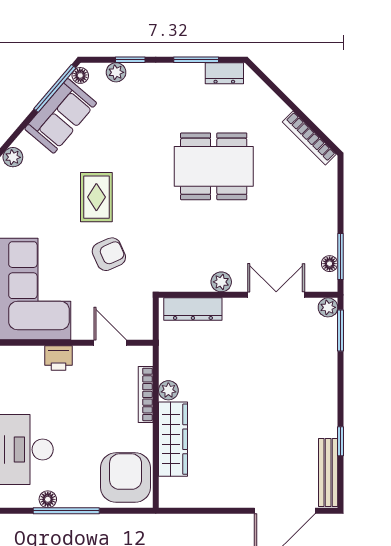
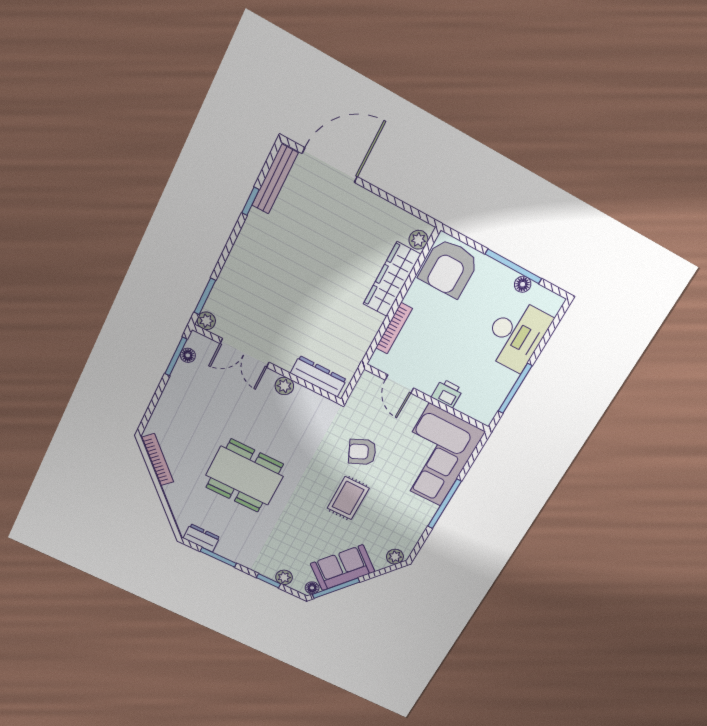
plant: (168, 390) -> (418, 240), moved

